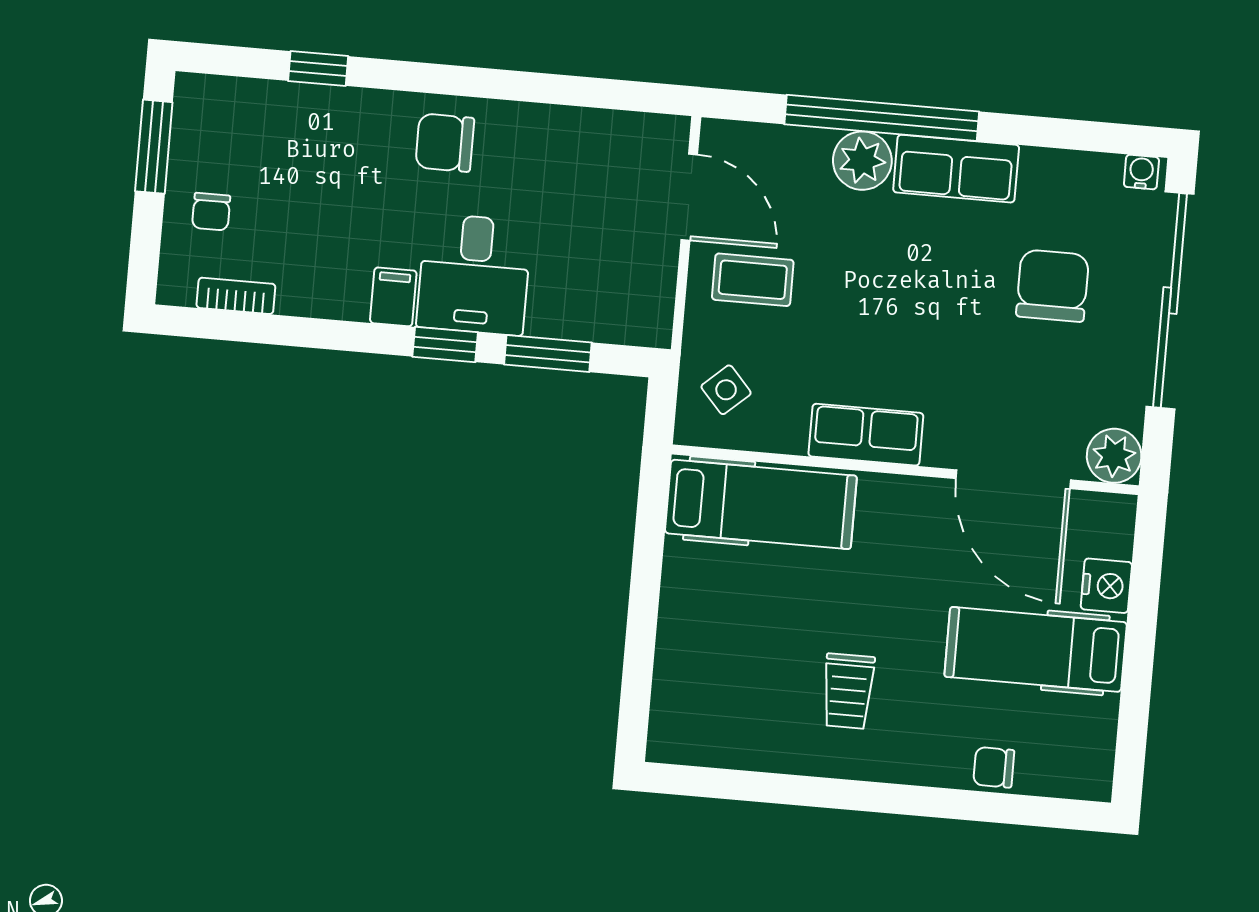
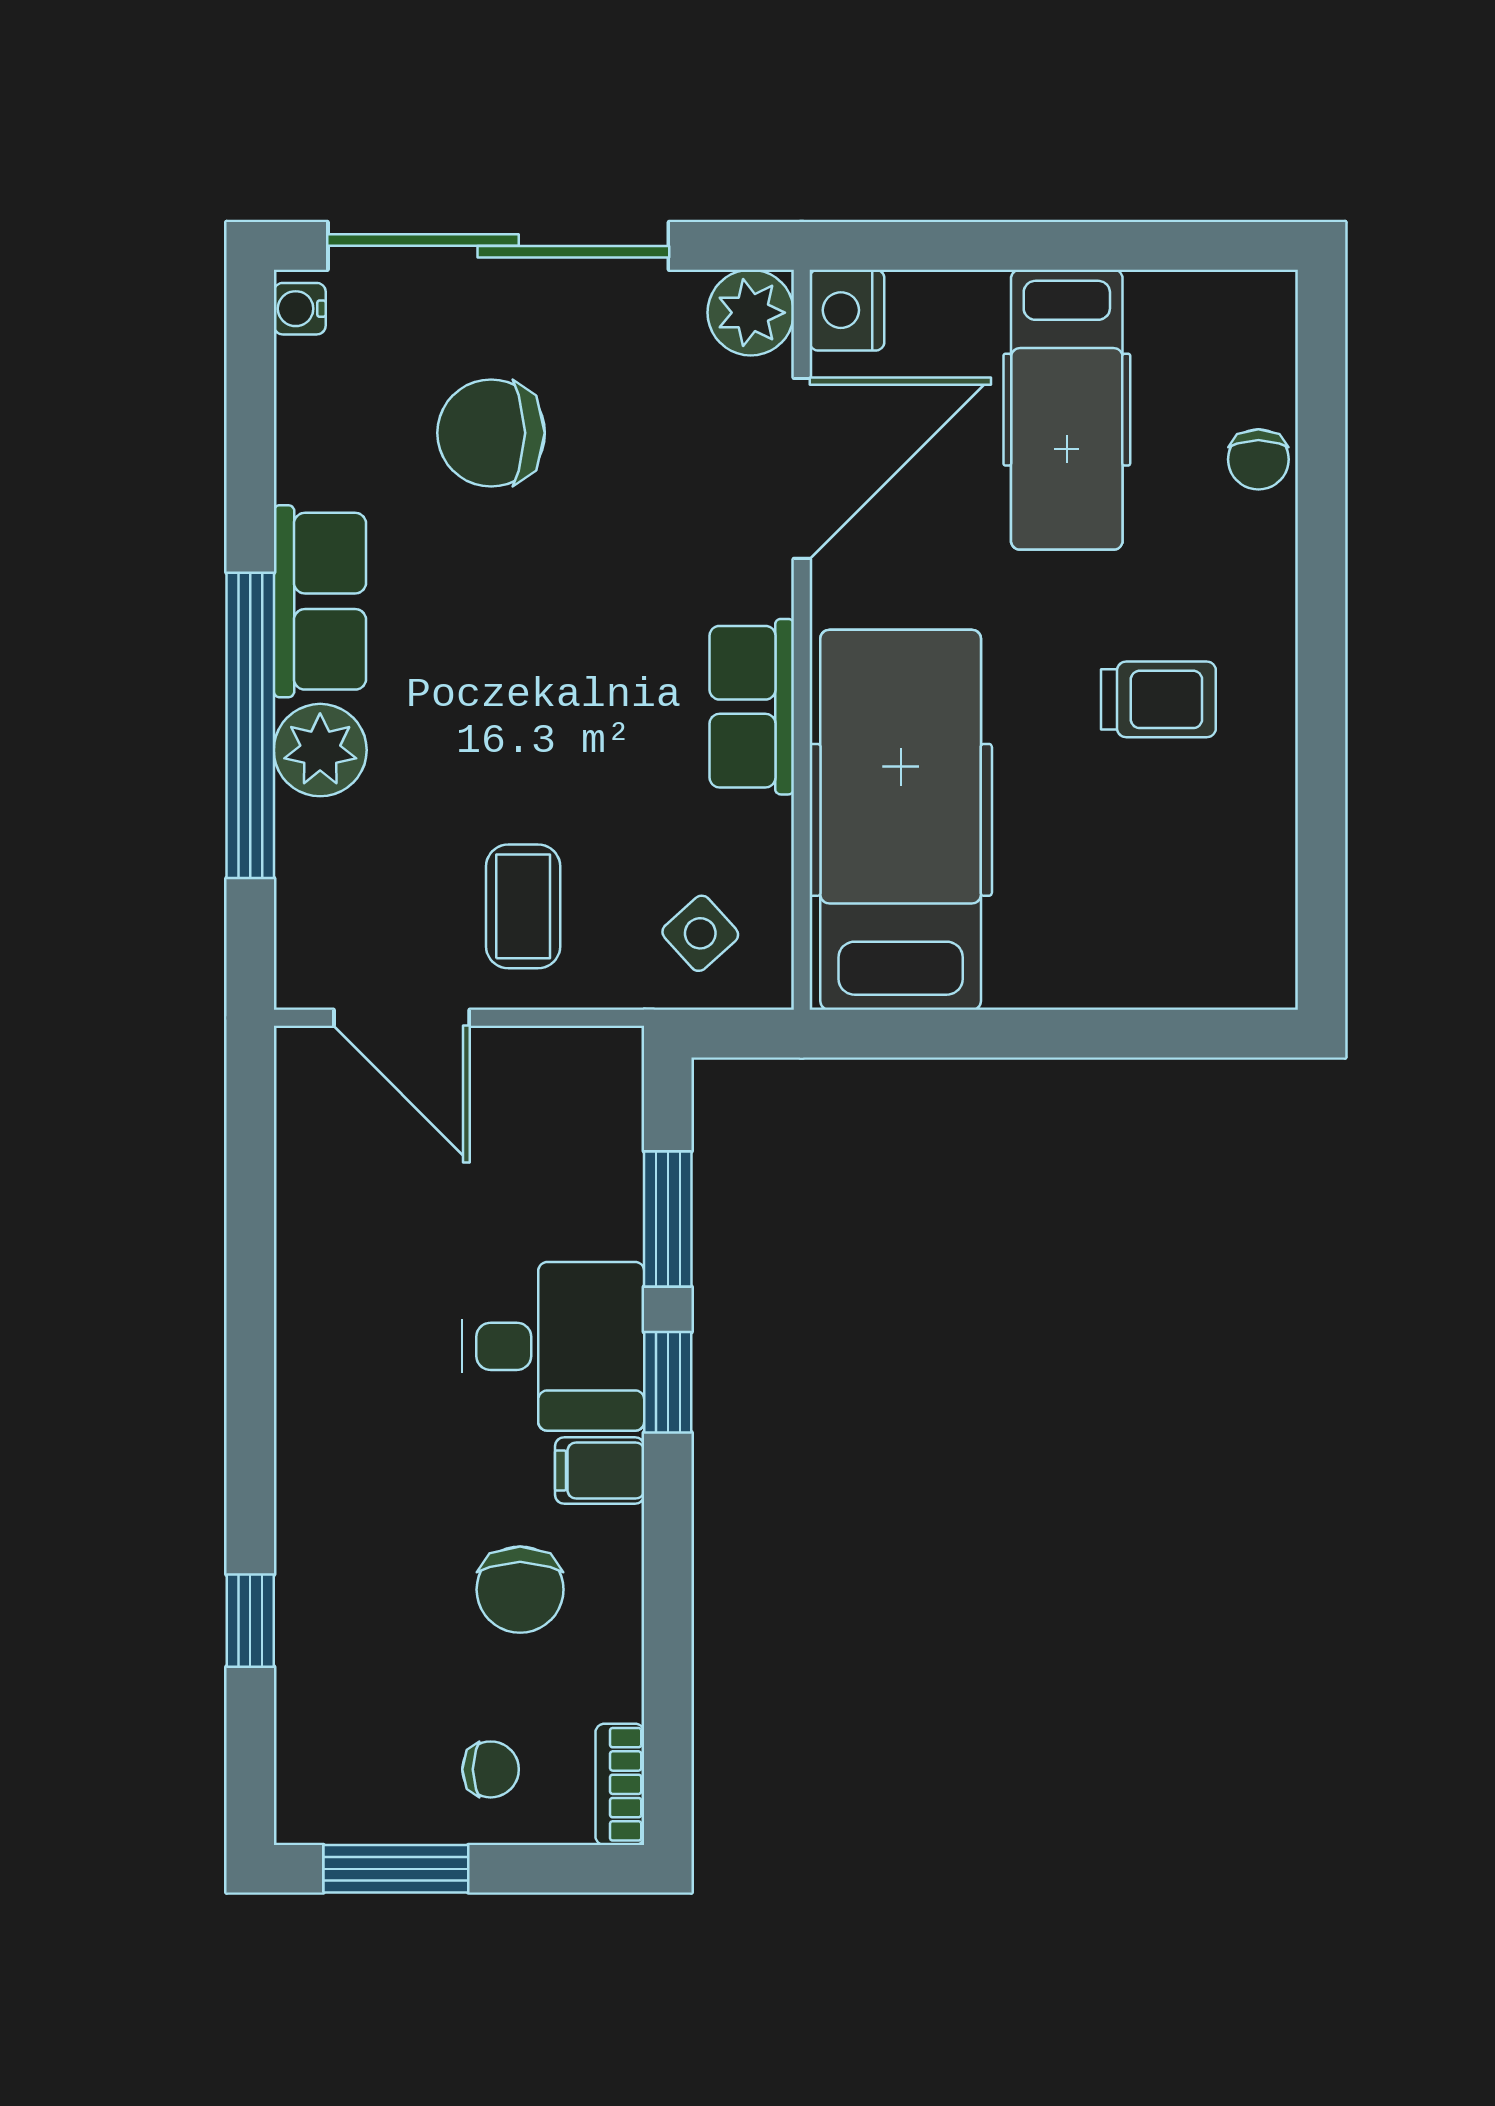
chair: (445, 143) -> (520, 1590), moved
door: (689, 197) -> (402, 1018), swing flipped
bookcase: (236, 296) -> (620, 1784), moved
hospital bed: (761, 504) -> (901, 820), width x1.37, depth x1.29
nightstand: (1106, 586) -> (847, 310), moved, turned -90

